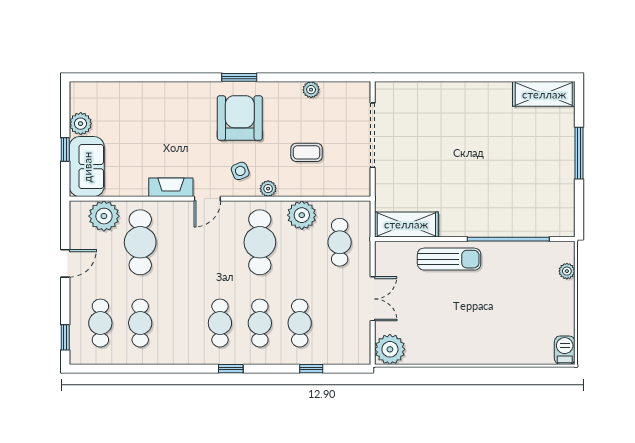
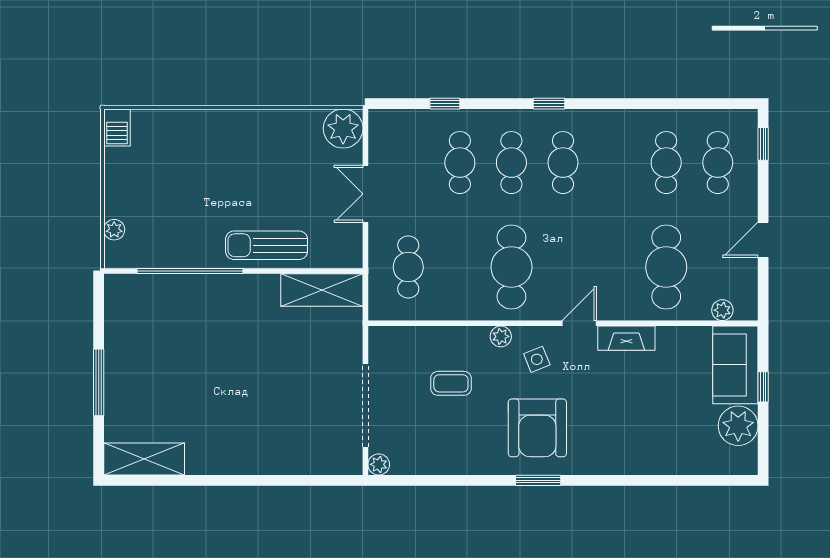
plant: (311, 90) -> (379, 464), moved
plant: (81, 124) -> (738, 426), width x1.36, depth x1.36
plant: (302, 215) -> (457, 302), removed
plant: (104, 216) -> (722, 310), width x0.53, depth x0.53

